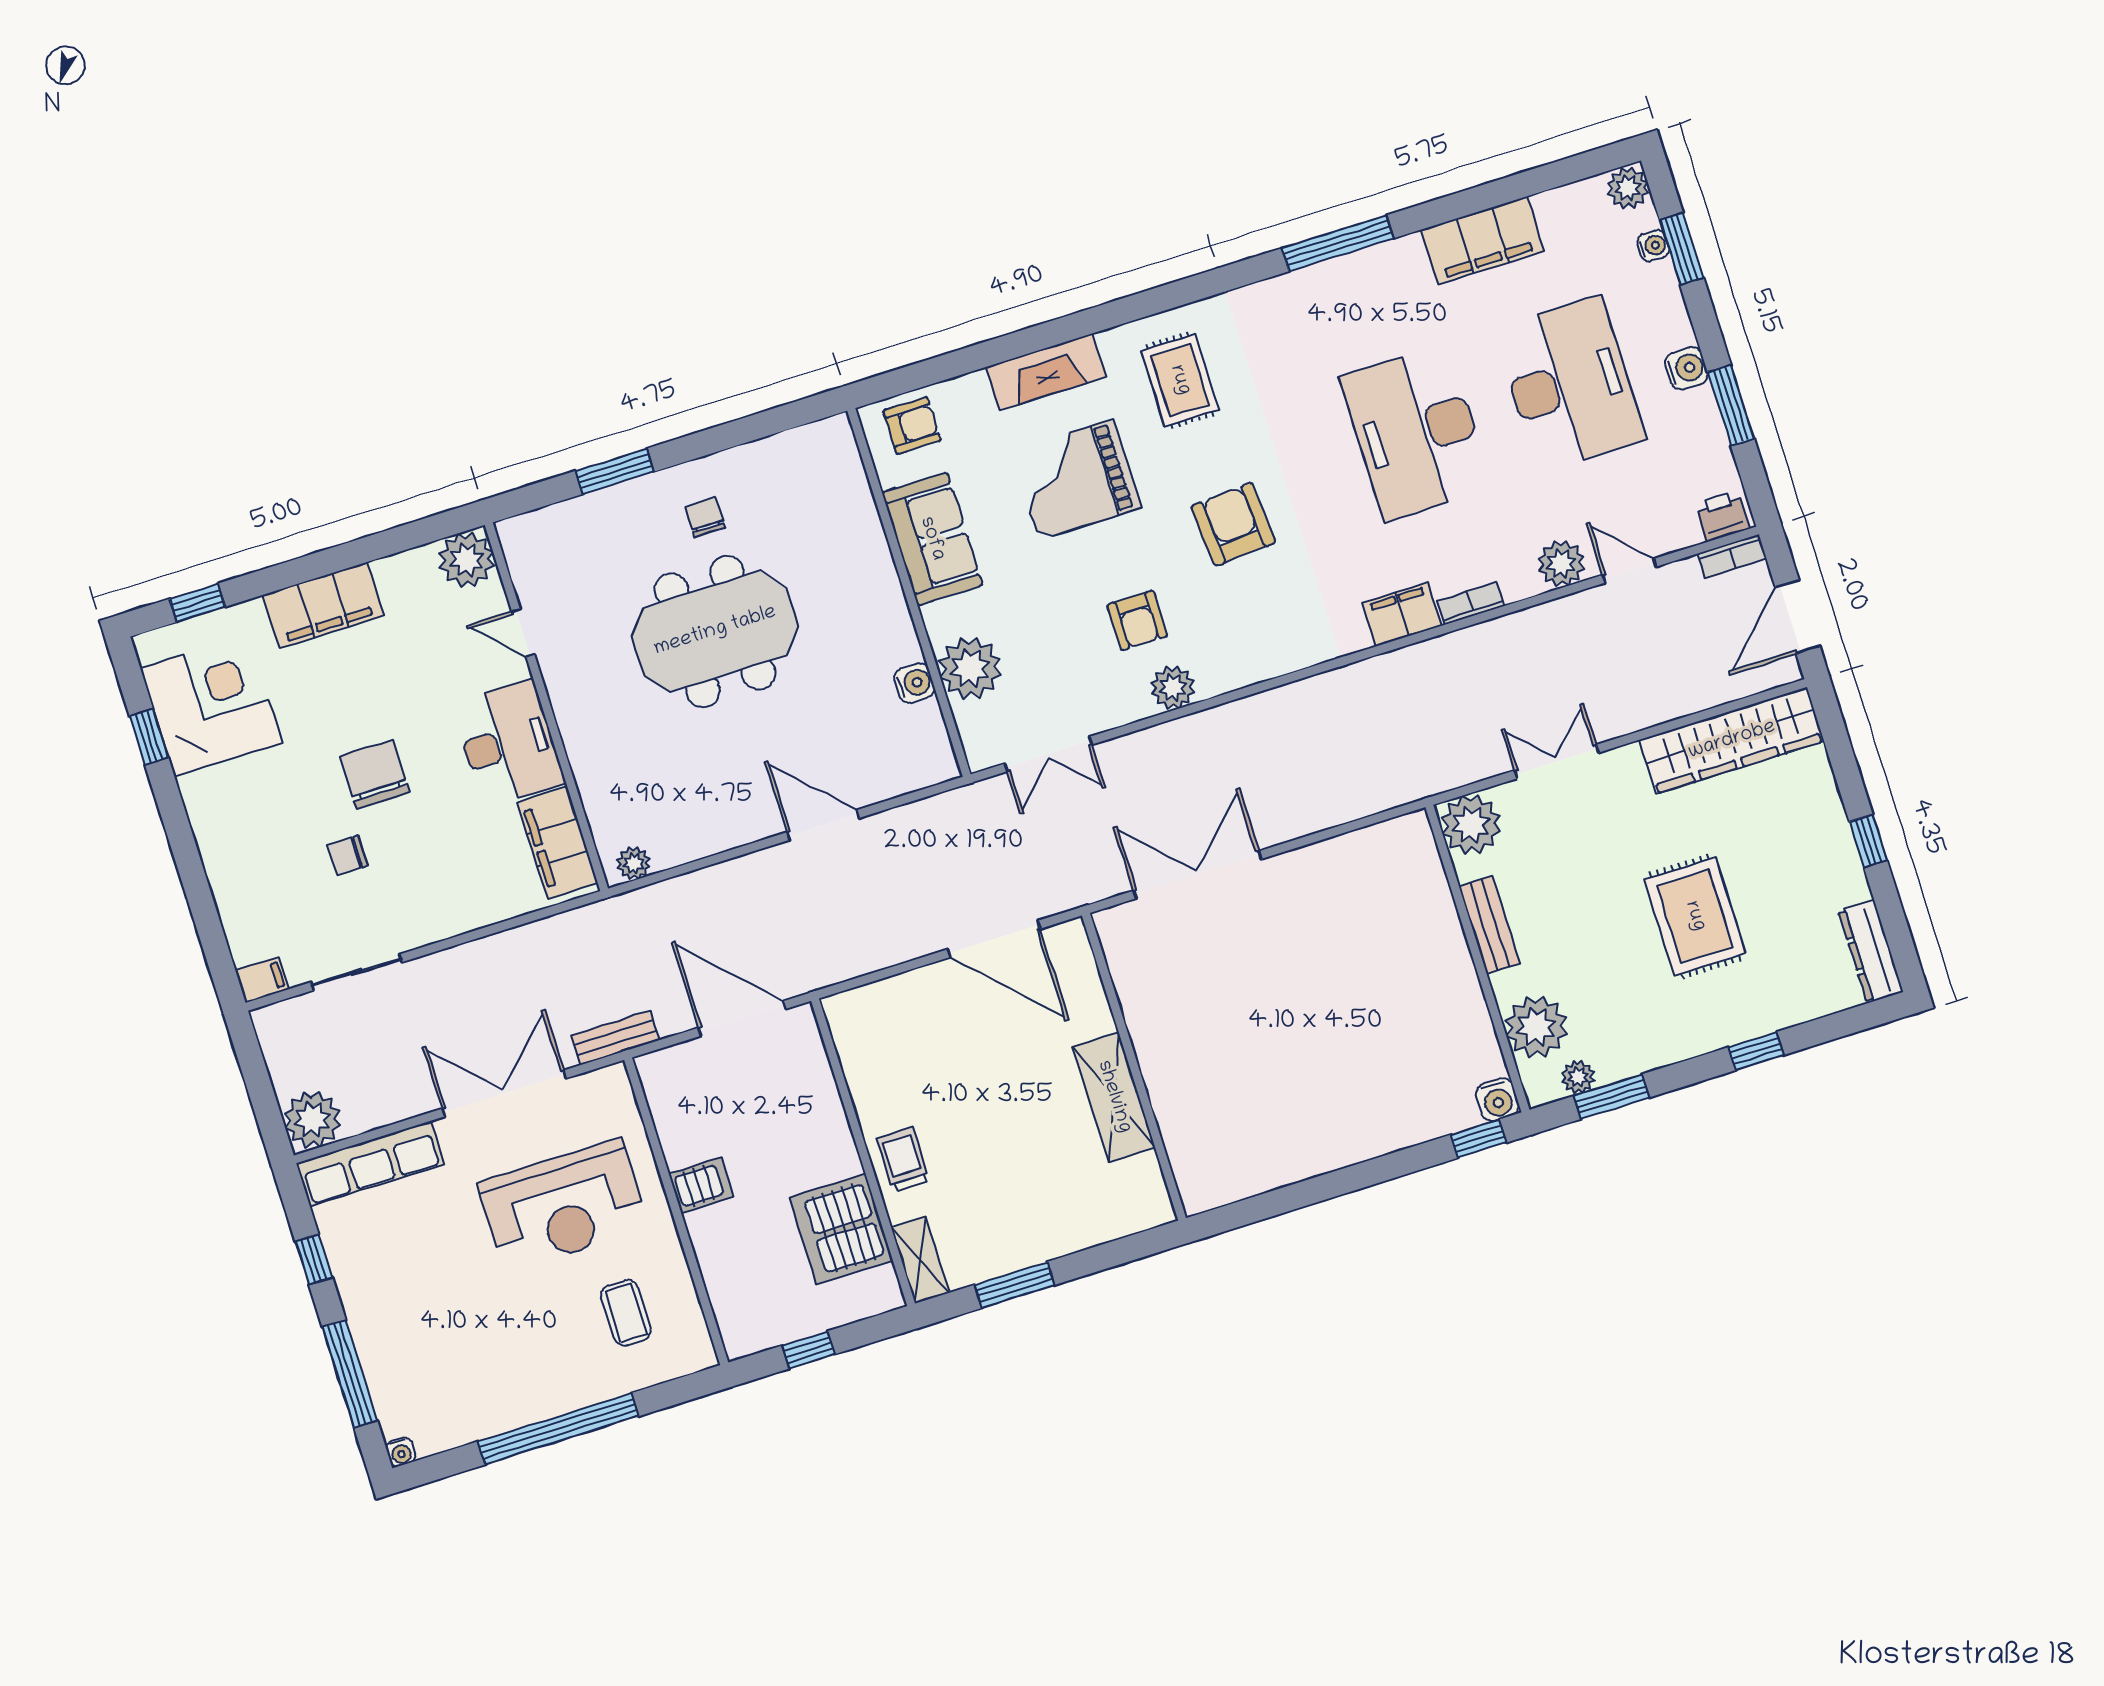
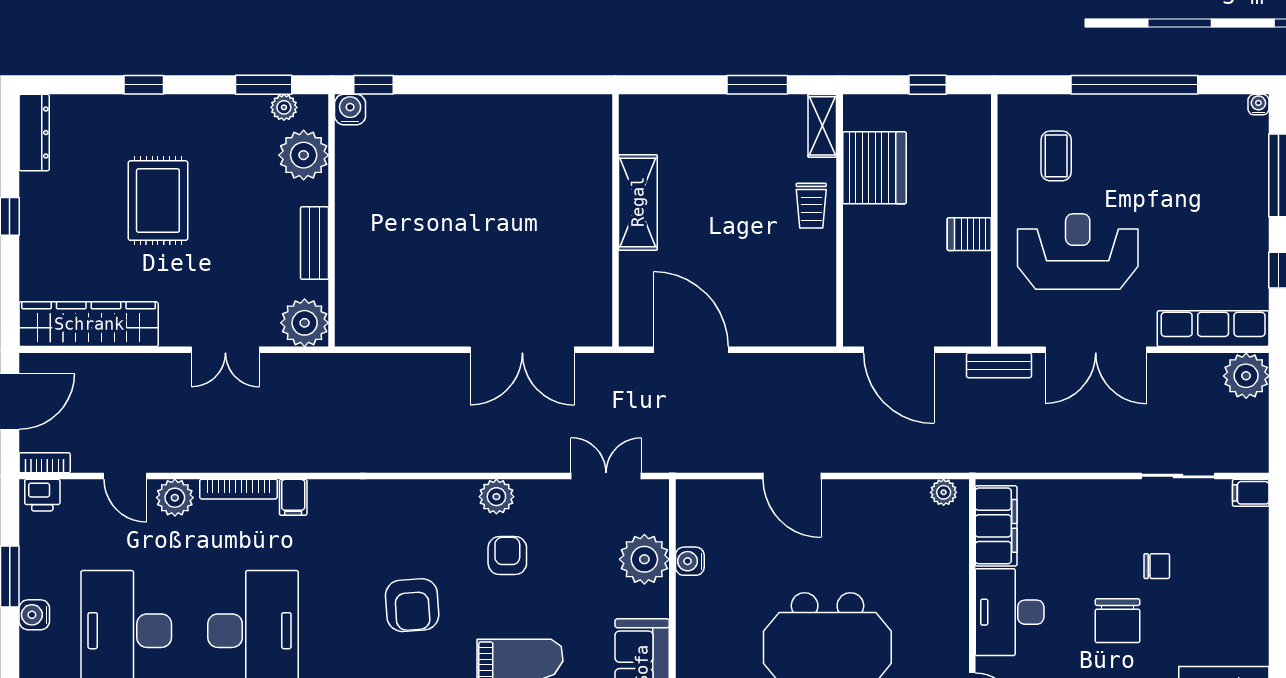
bookcase: (1471, 603) -> (238, 489), width x1.56
filing cabinet: (1402, 614) -> (293, 497), width x0.50

